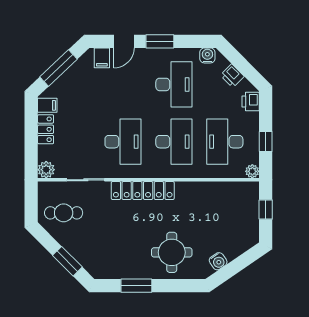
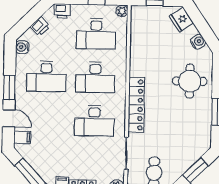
desk: (174, 84) -> (46, 76), turned 180
desk: (123, 142) -> (94, 121), turned 180
desk: (174, 142) -> (95, 77), turned 180
fridge: (244, 241) -> (181, 20), added

